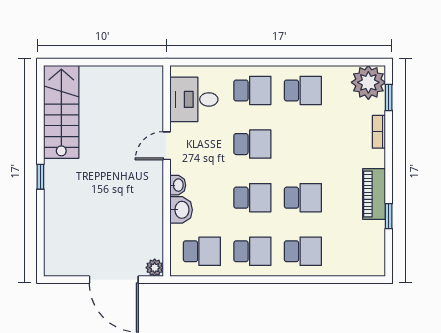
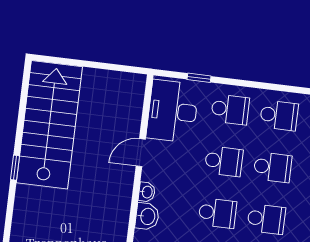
window: (217, 62) -> (199, 78), added
desk: (194, 99) -> (173, 111), width x1.37
stairs: (61, 112) -> (49, 125), width x1.36, depth x1.51
school desk: (303, 144) -> (273, 167), added

